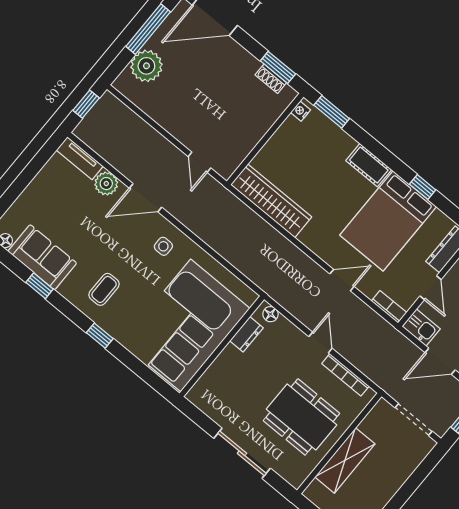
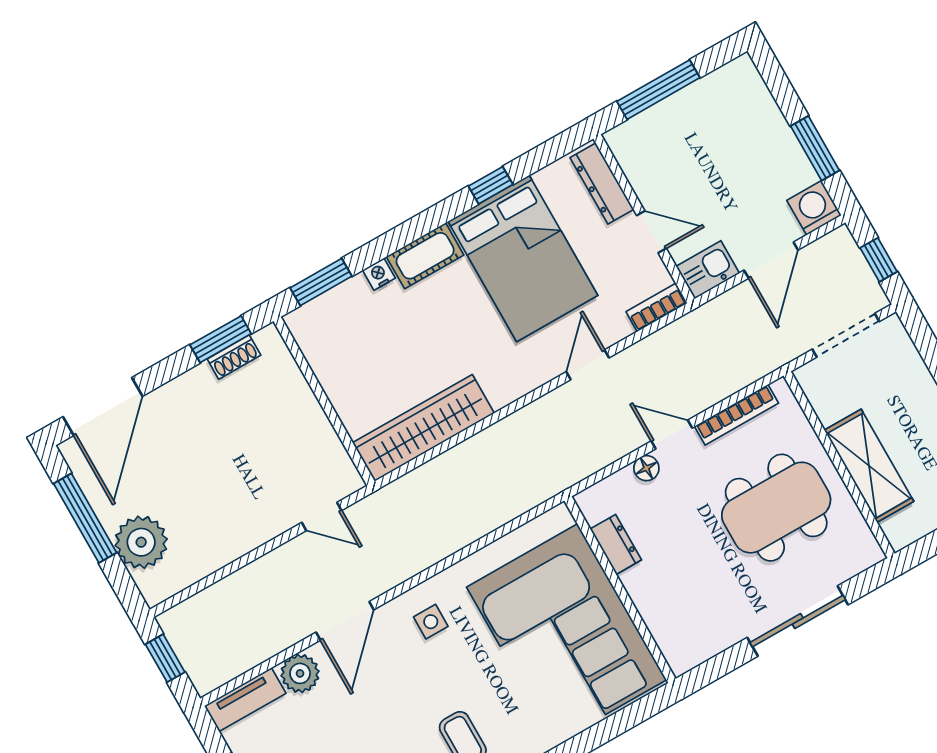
nightstand: (300, 111) -> (379, 274), moved, turned 90
floor lamp: (270, 314) -> (646, 468), moved

